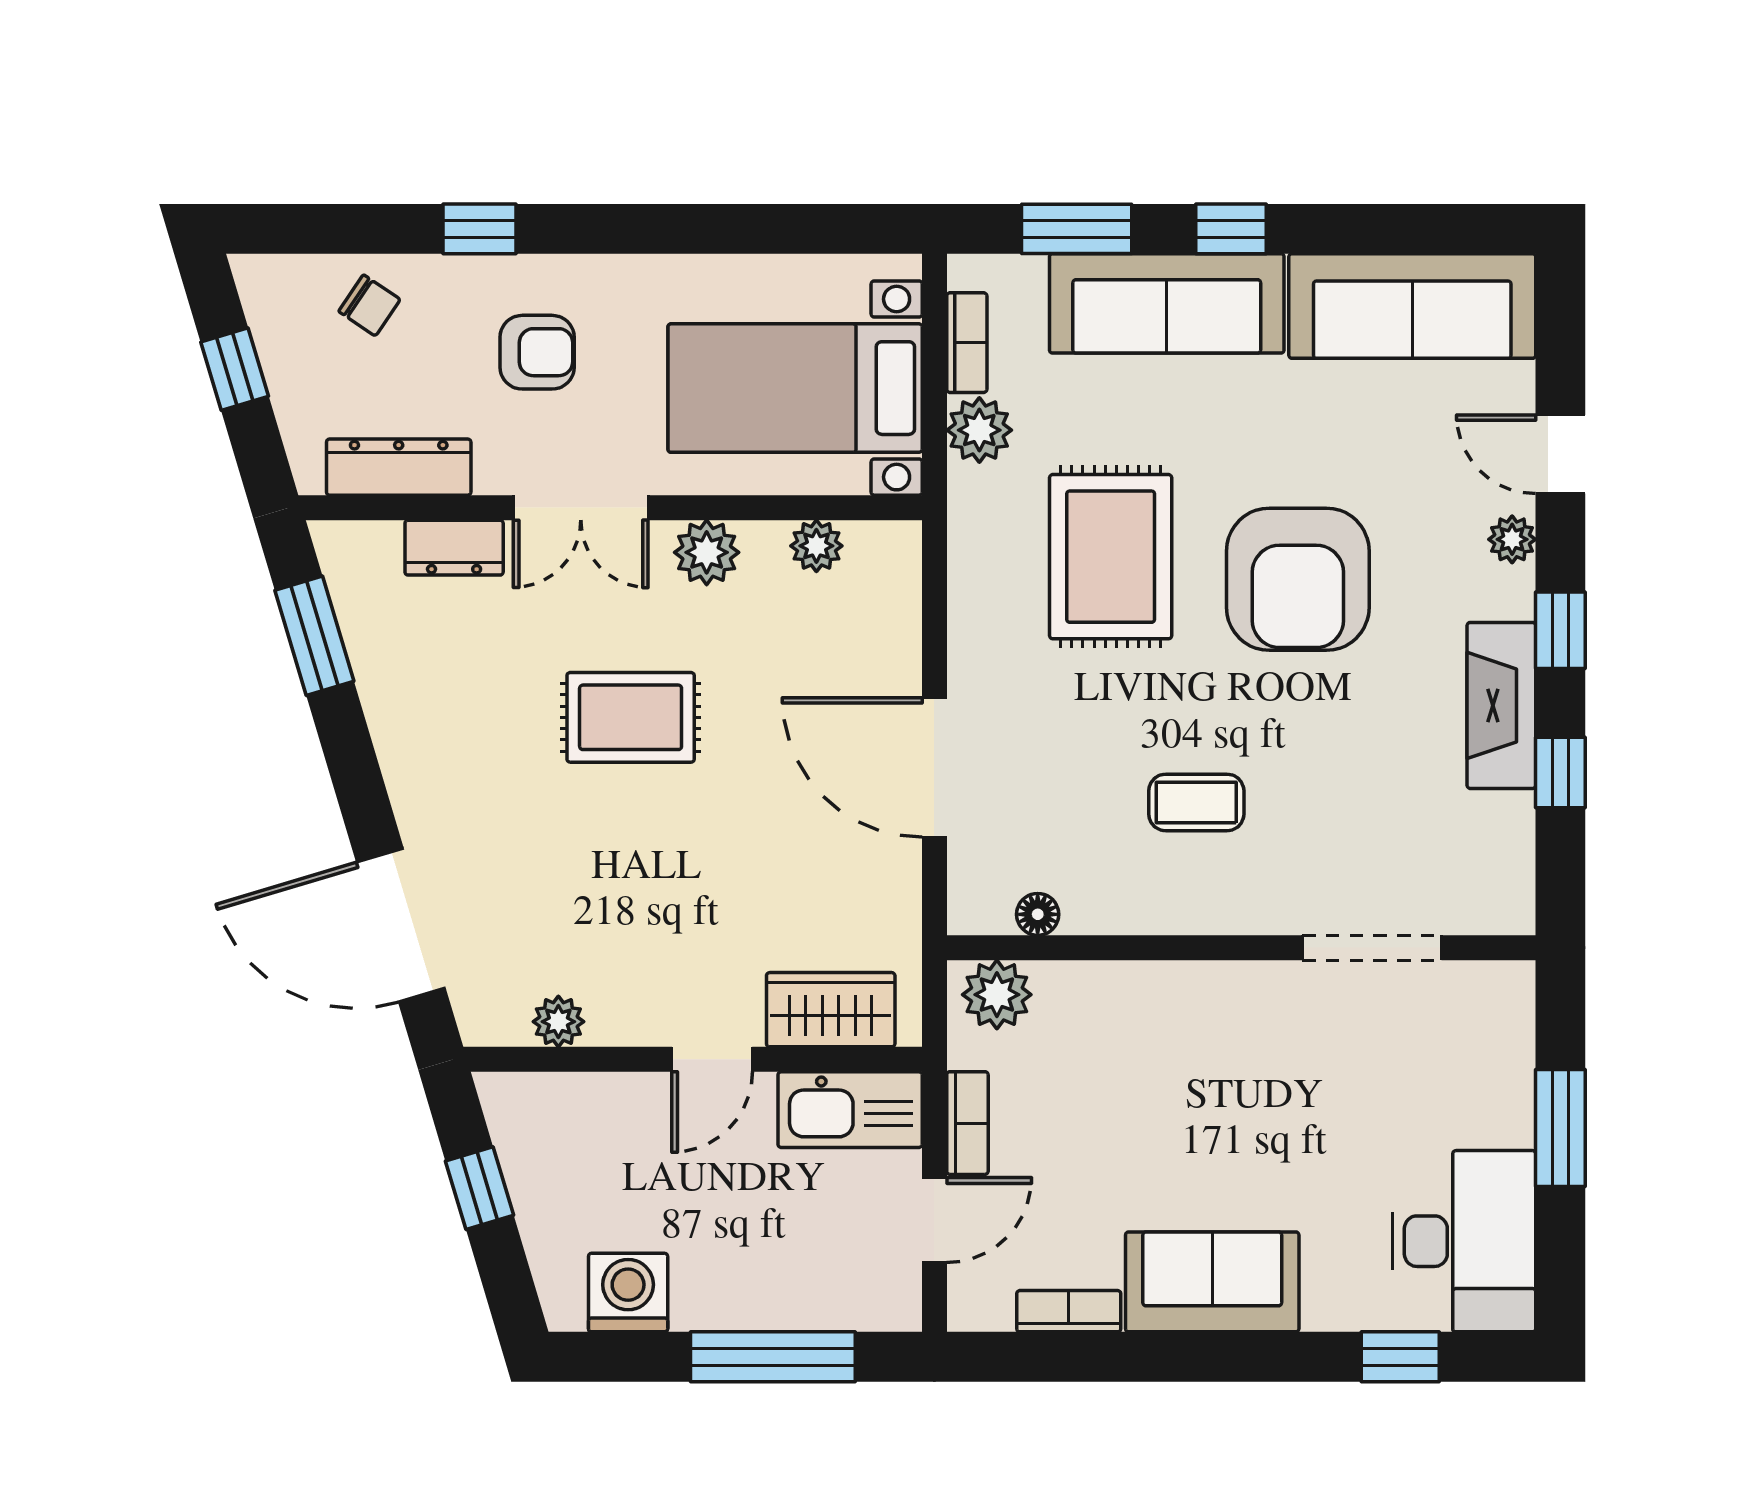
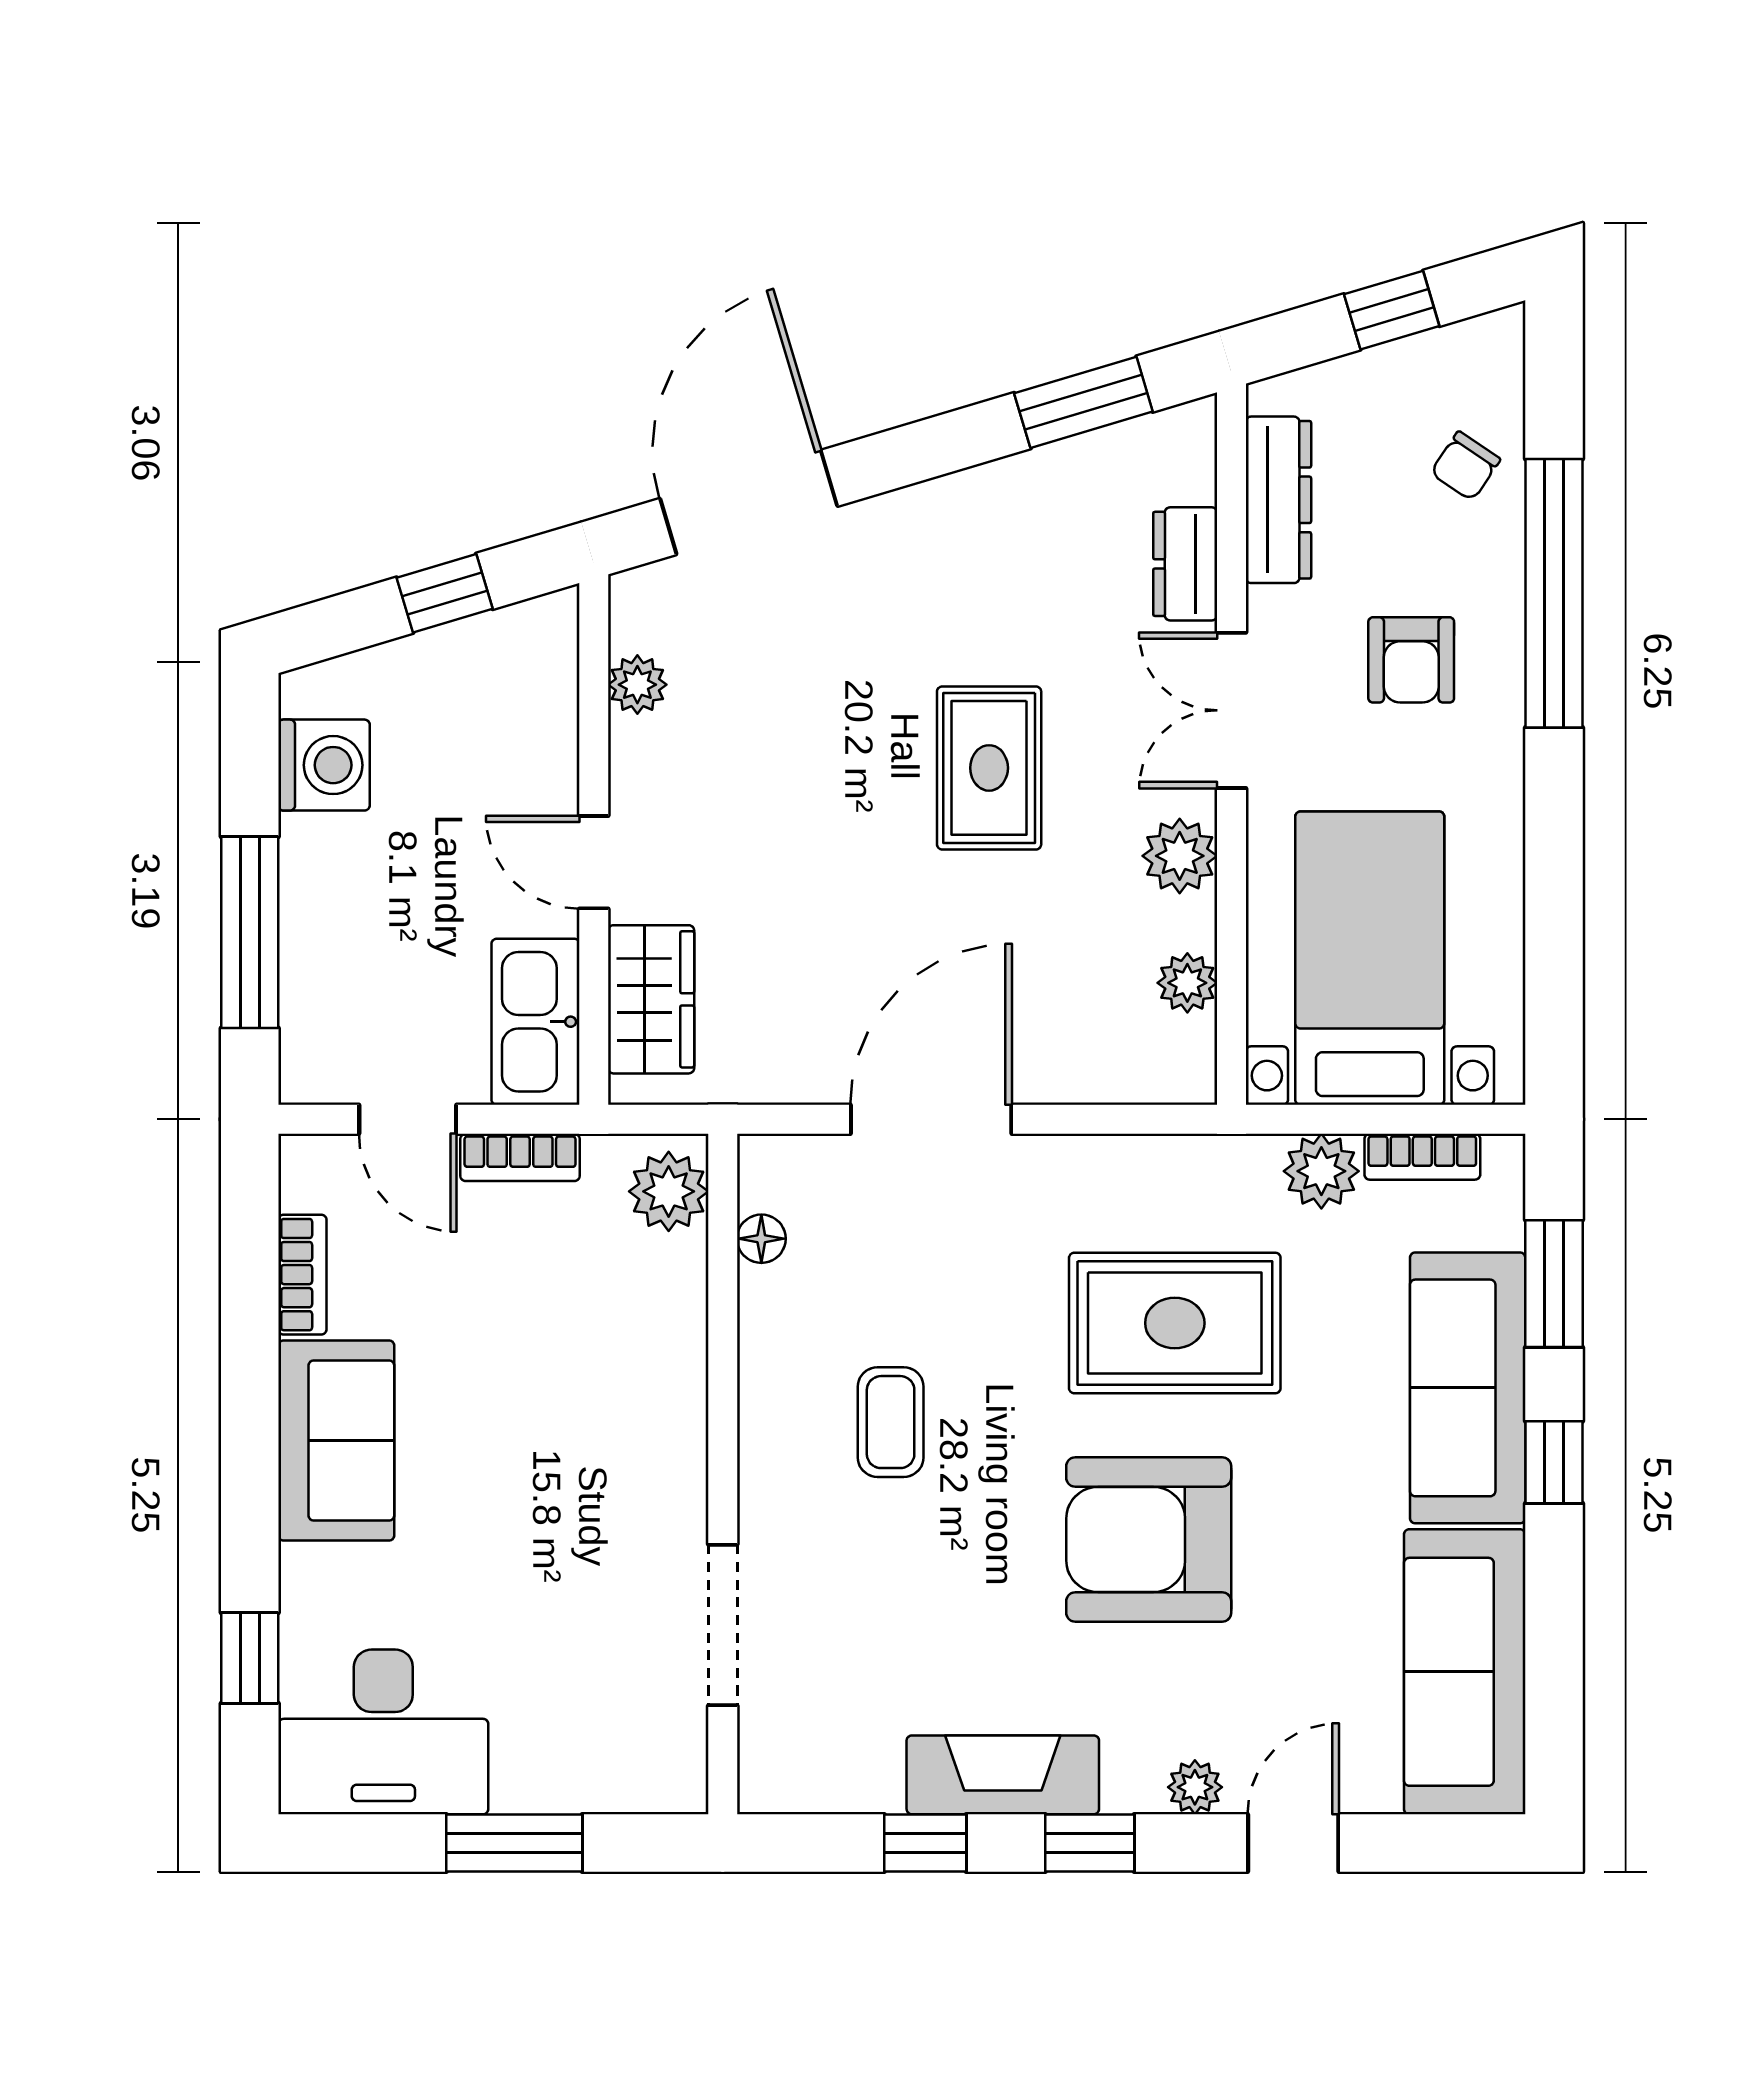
window: (479, 229) -> (1554, 593), width x3.17

